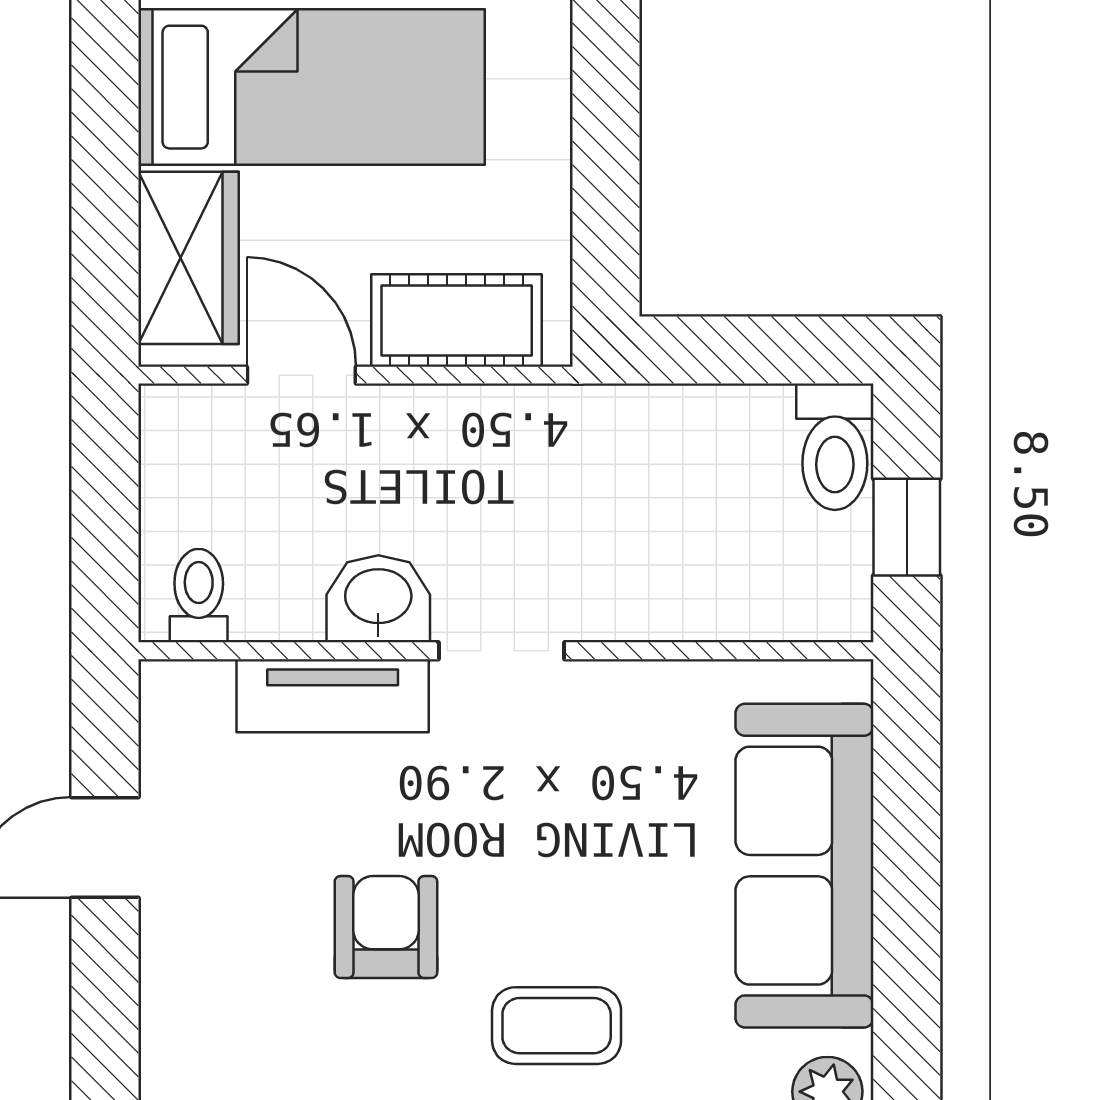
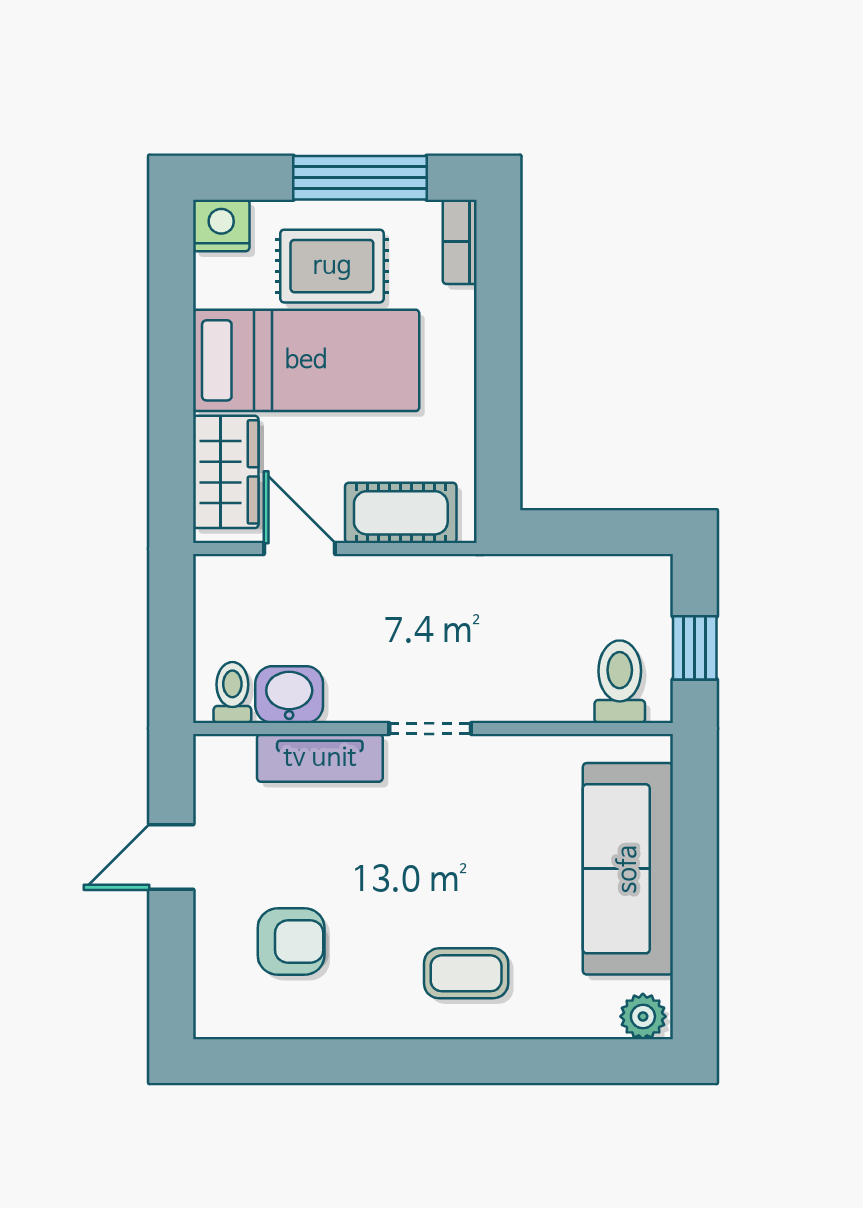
toilet: (835, 447) -> (620, 682), moved, turned 180
washbasin: (378, 599) -> (289, 695), moved
armchair: (386, 927) -> (291, 942), moved, turned 90

